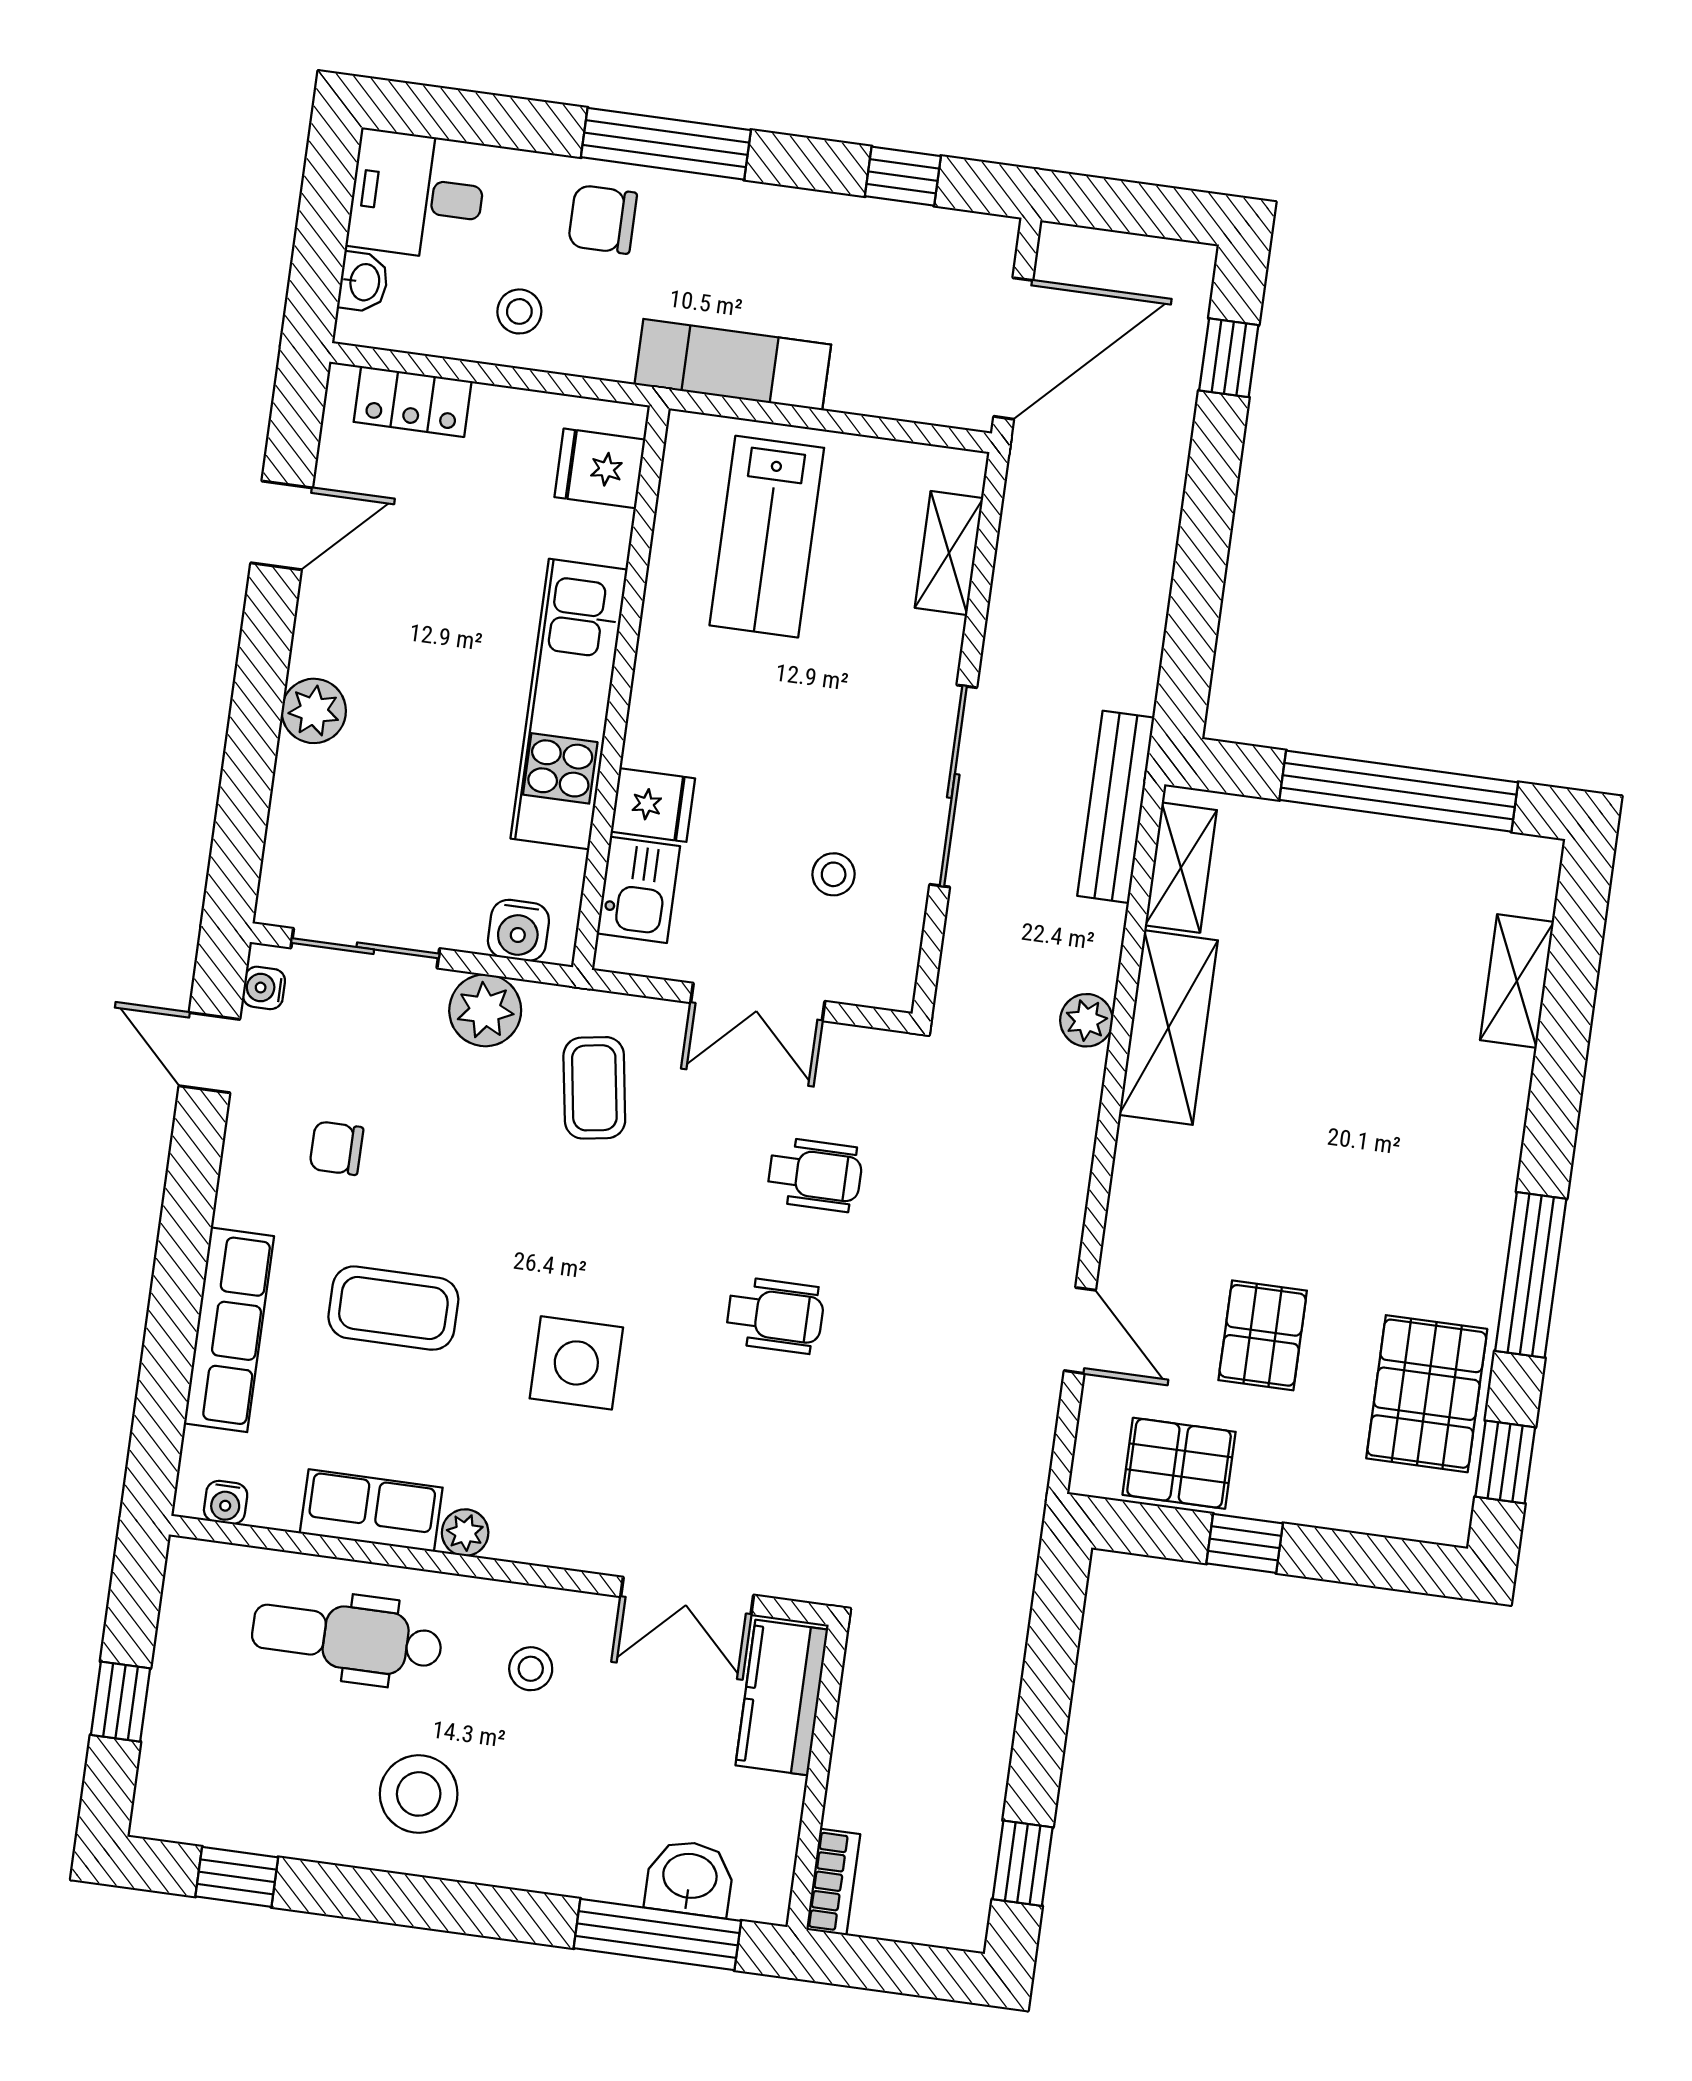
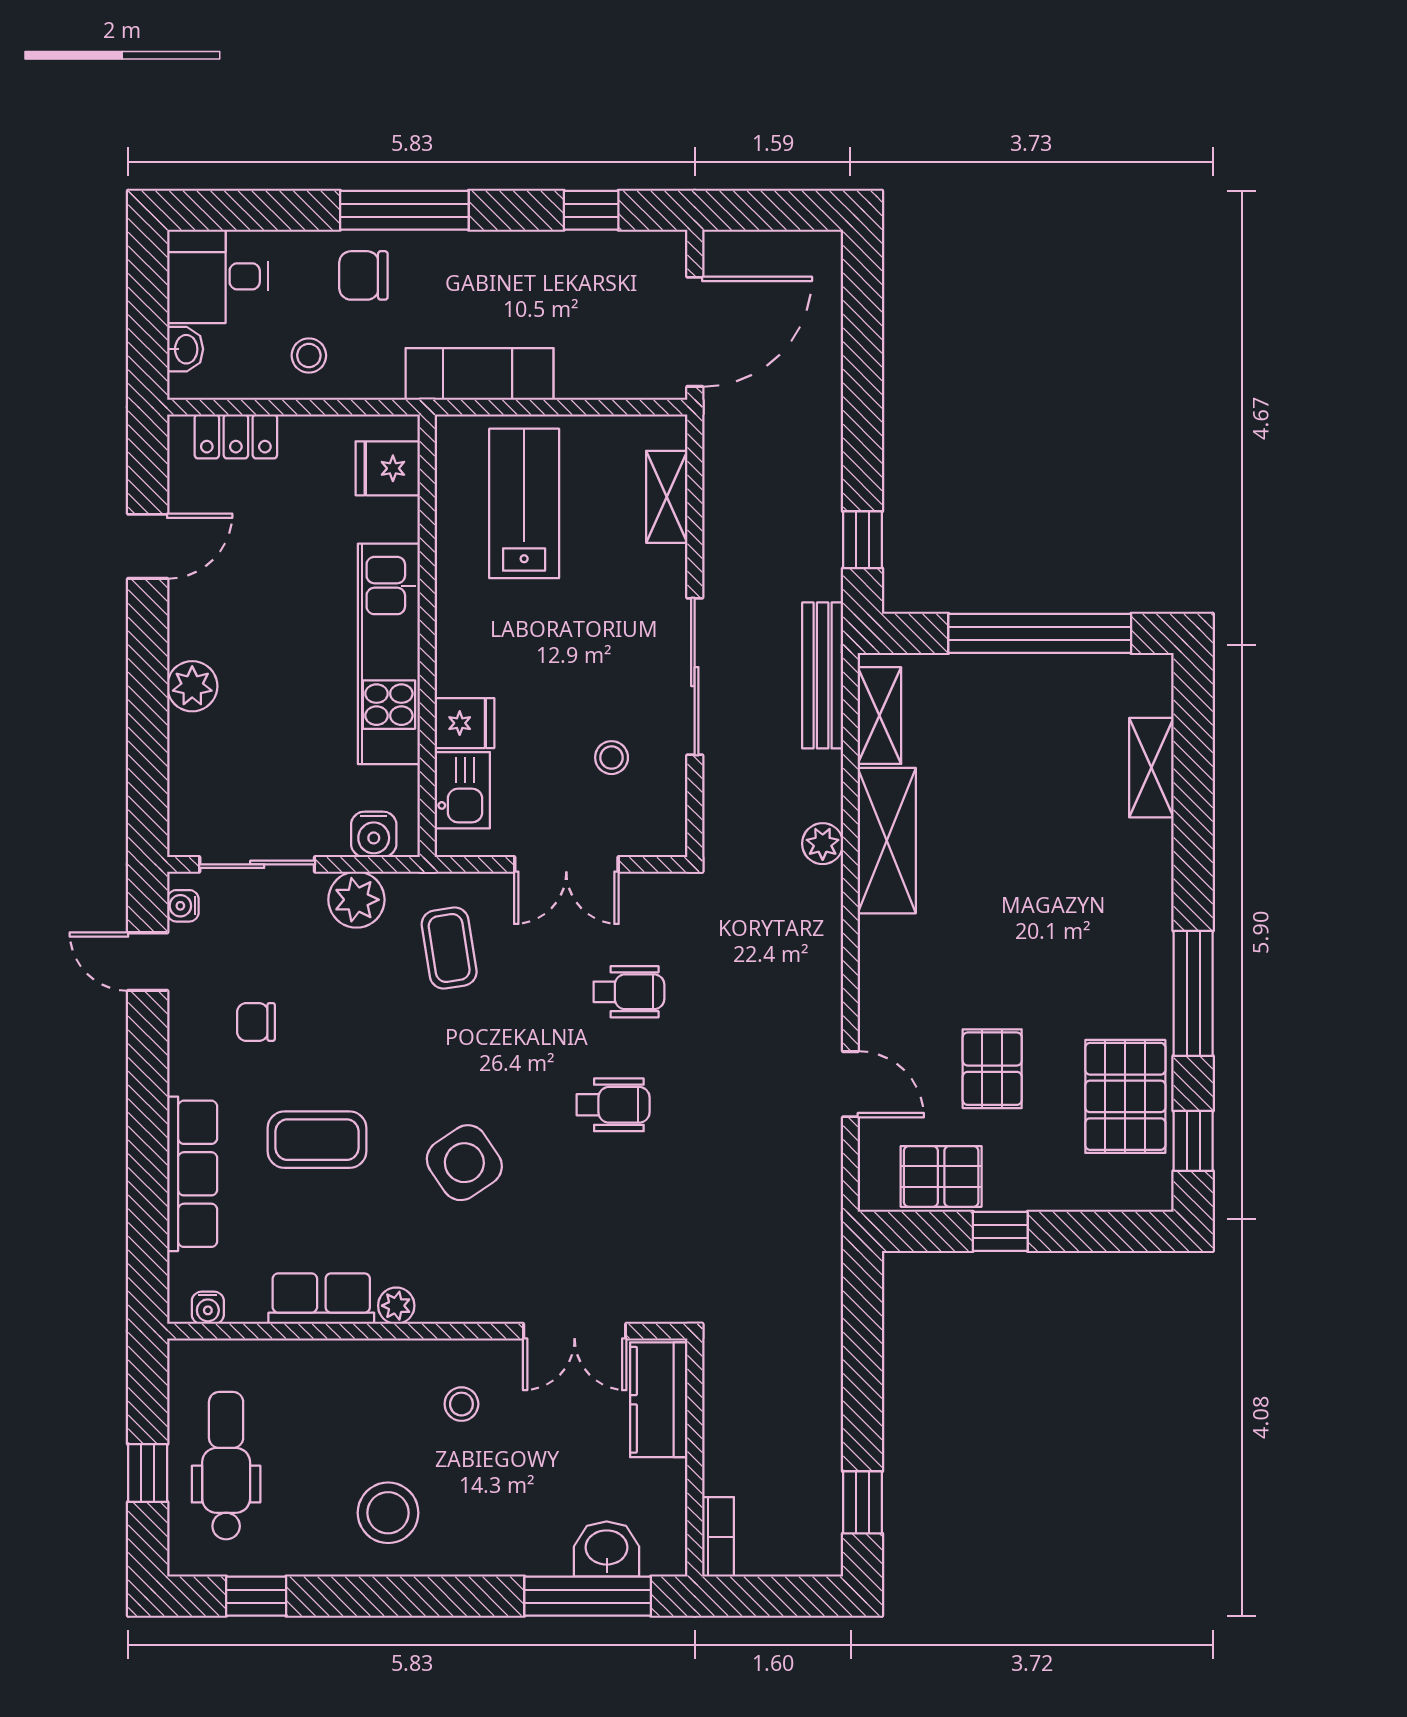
window: (1229, 358) -> (863, 540), moved
lab bench: (767, 537) -> (524, 503), turned 180
side table: (576, 1363) -> (464, 1163), turned -34
dental chair: (347, 1638) -> (226, 1466), moved, turned 90

